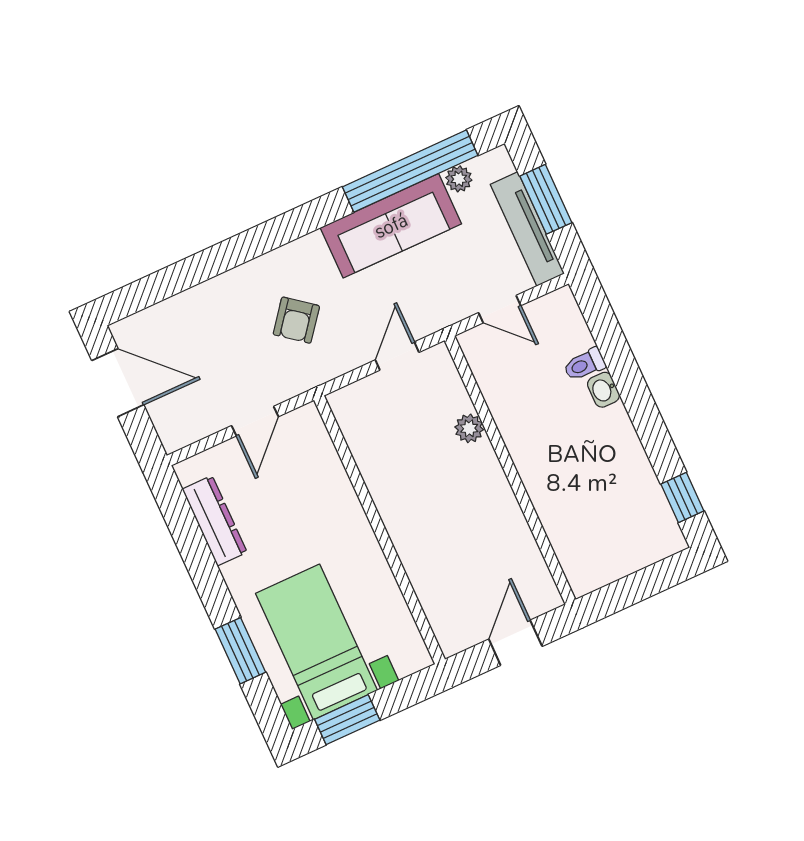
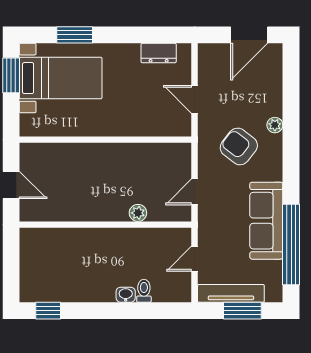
plant: (459, 179) -> (275, 125), moved
armchair: (296, 320) -> (239, 146), width x1.38, depth x1.38
door: (397, 356) -> (195, 192), swing flipped
dresser: (215, 521) -> (159, 53), width x0.70

